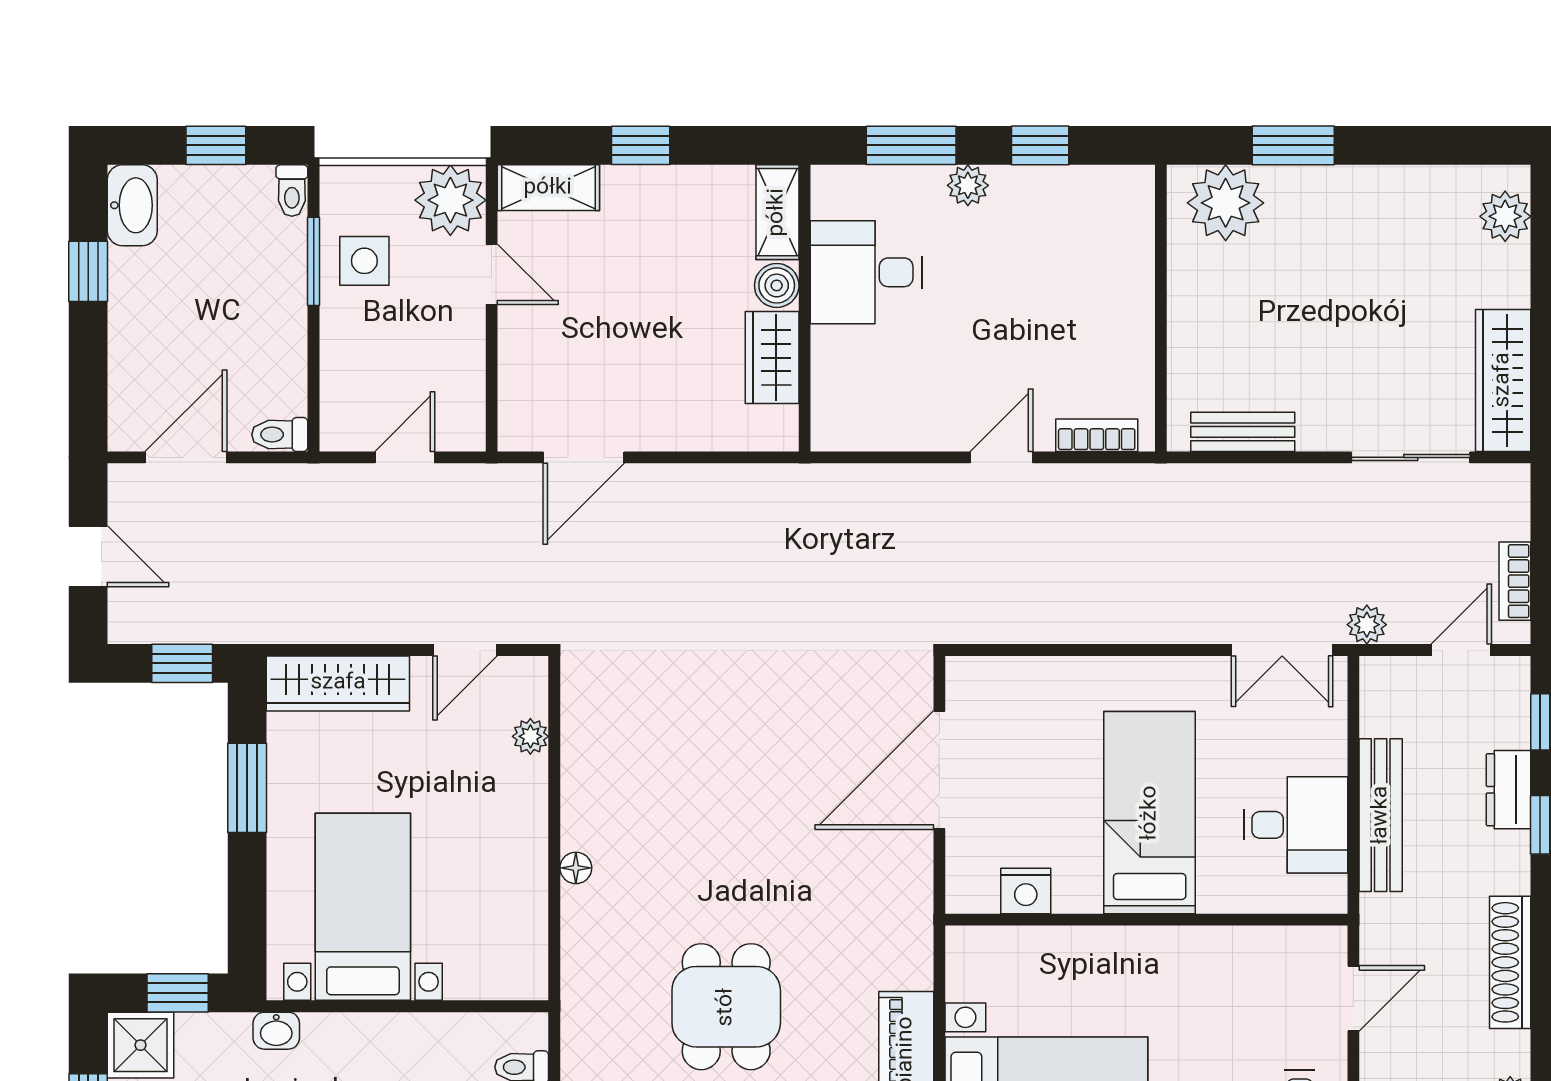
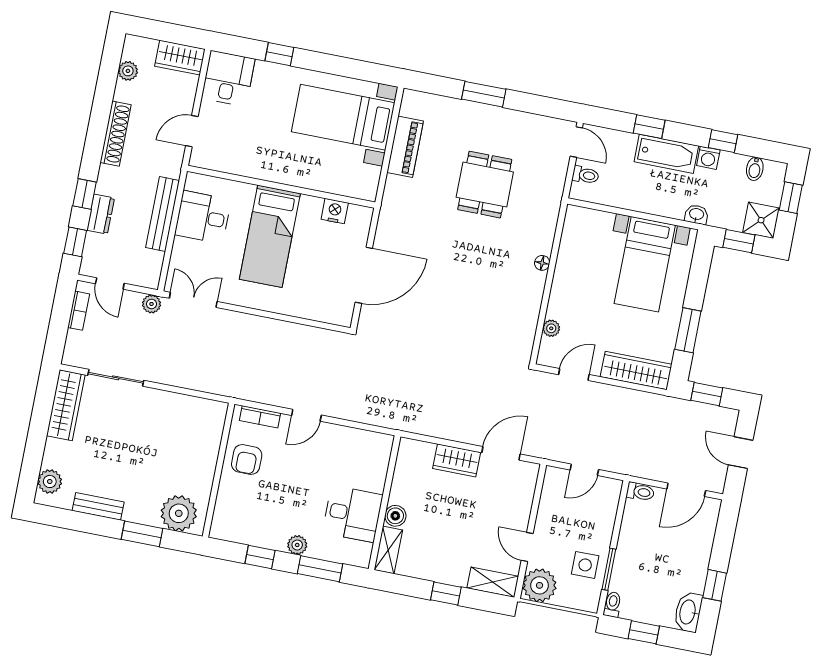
armchair: (1107, 342) -> (247, 459), added
wardrobe: (772, 358) -> (457, 460), moved, turned 90
bench: (1243, 432) -> (98, 506), moved
door: (1461, 650) -> (110, 283), hinge flipped

